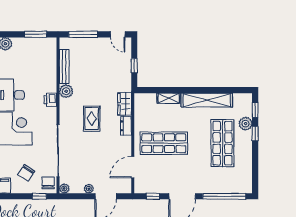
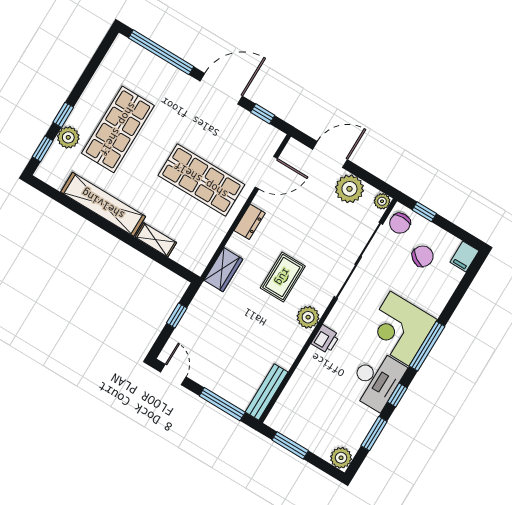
bench: (64, 66) -> (267, 392), moved
plant: (66, 91) -> (308, 317), moved
dresser: (126, 126) -> (250, 222), moved
plant: (89, 189) -> (349, 189), width x1.87, depth x1.87

